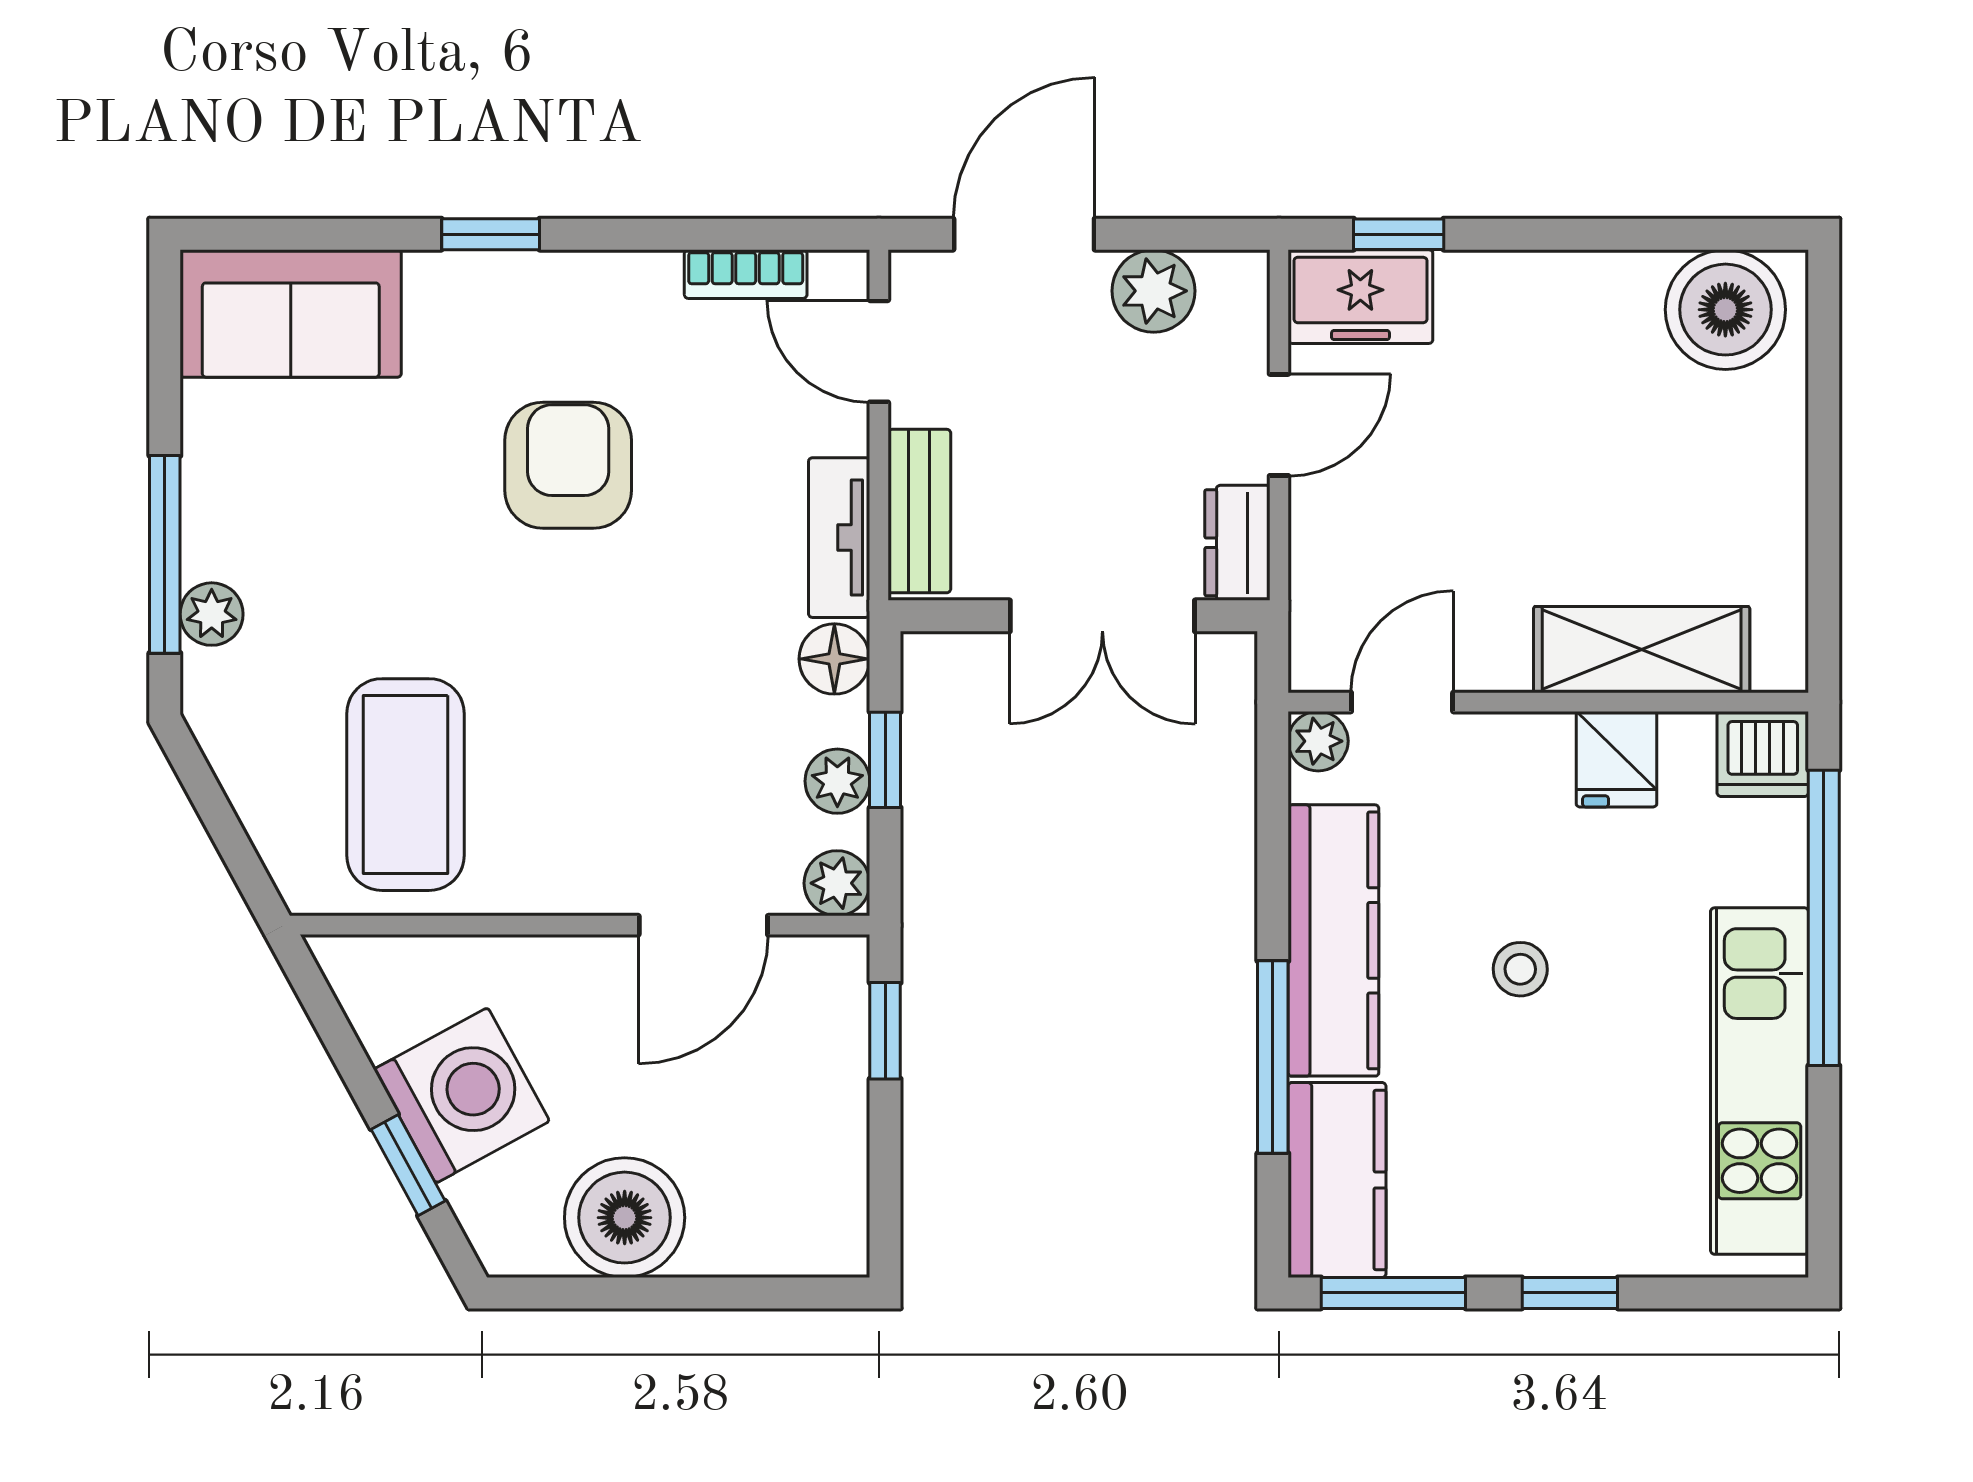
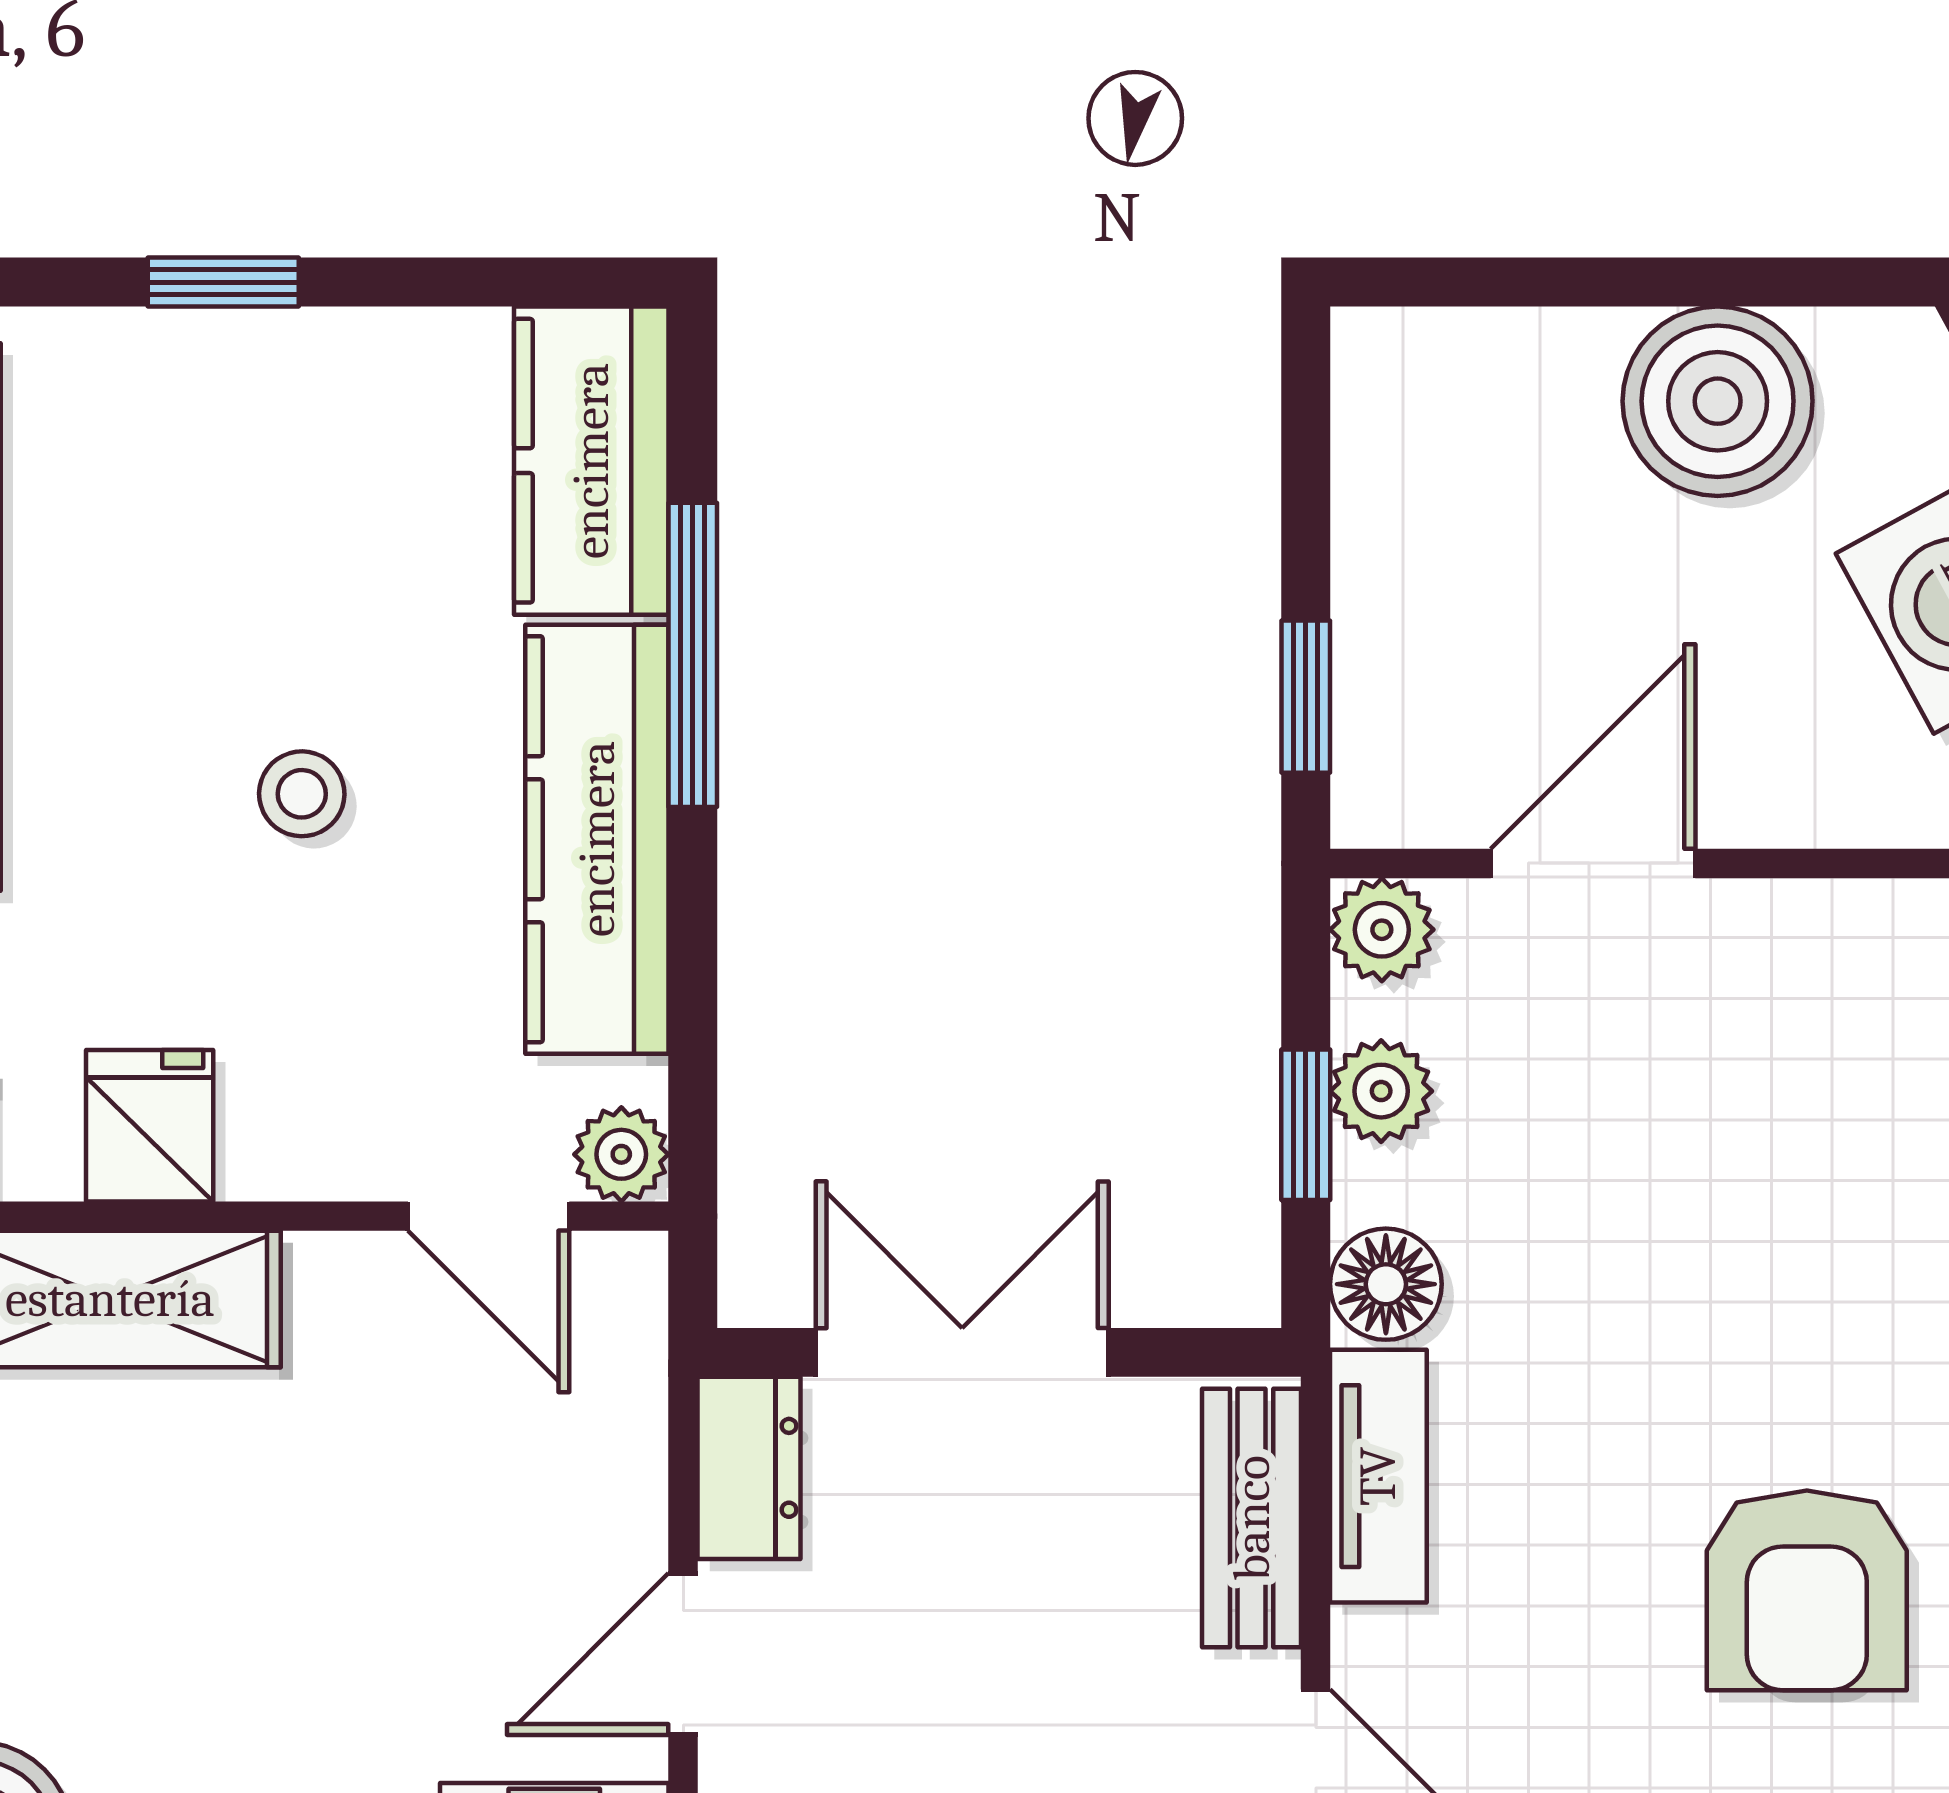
door: (1402, 702) -> (489, 1216), hinge flipped
window: (1393, 1293) -> (502, 282), removed

